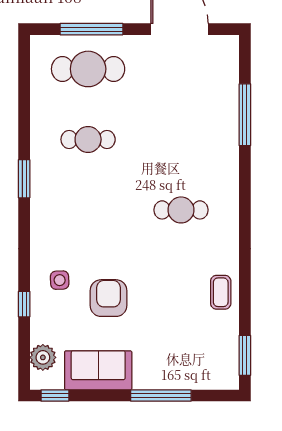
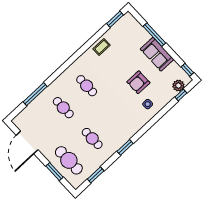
window: (91, 29) -> (55, 172), width x0.69
window: (24, 90) -> (96, 175), added
cafe table: (181, 139) -> (63, 108), added
window: (24, 304) -> (181, 95), moved
sofa: (98, 370) -> (157, 54), moved

